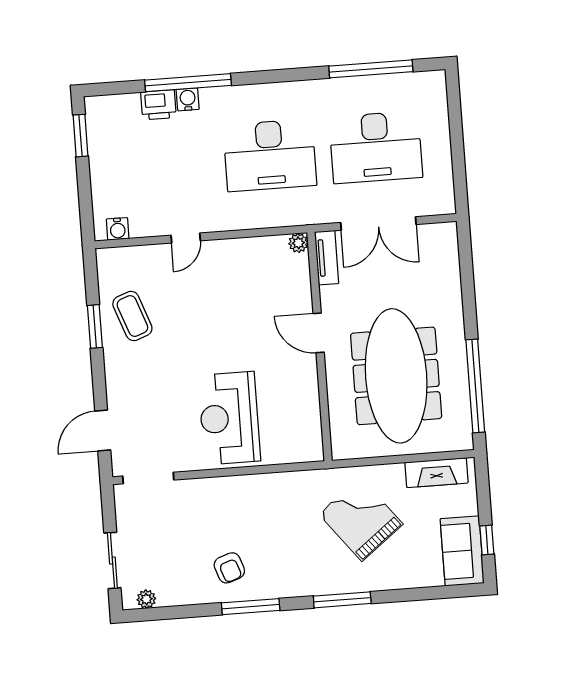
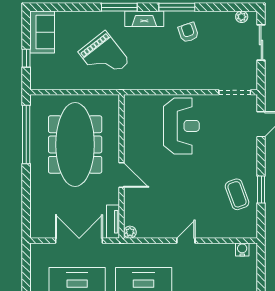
door: (186, 238) -> (186, 241), moved
fireplace: (436, 473) -> (144, 19), moved, turned 180
window: (487, 540) -> (26, 58), moved

